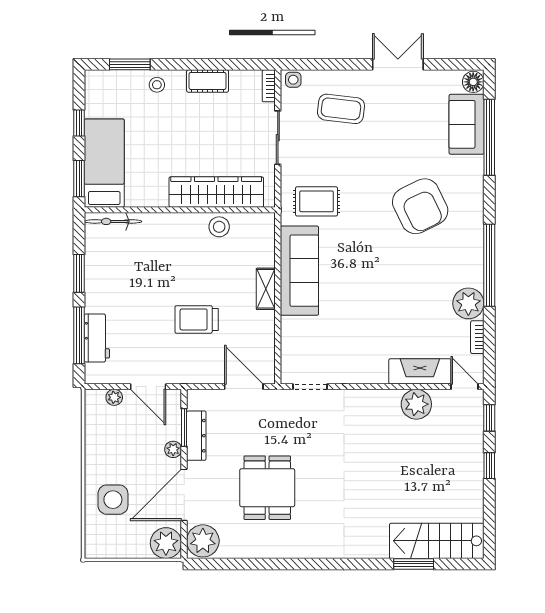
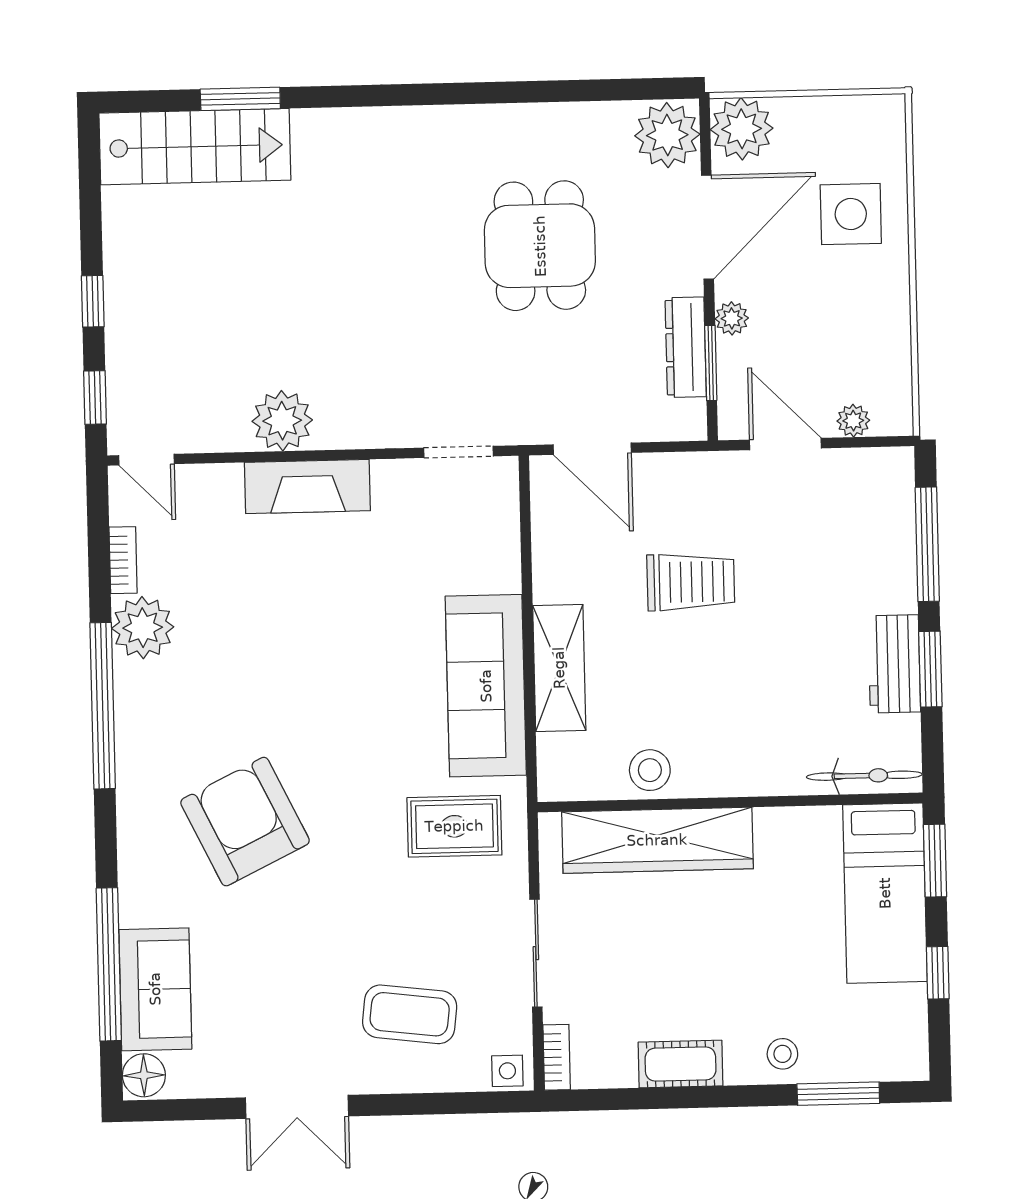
shelving: (266, 289) -> (559, 668), width x1.50, depth x1.33
workbench: (97, 338) -> (894, 664), moved
fireplace: (420, 371) -> (307, 487), moved
plant: (416, 404) -> (282, 421), moved

